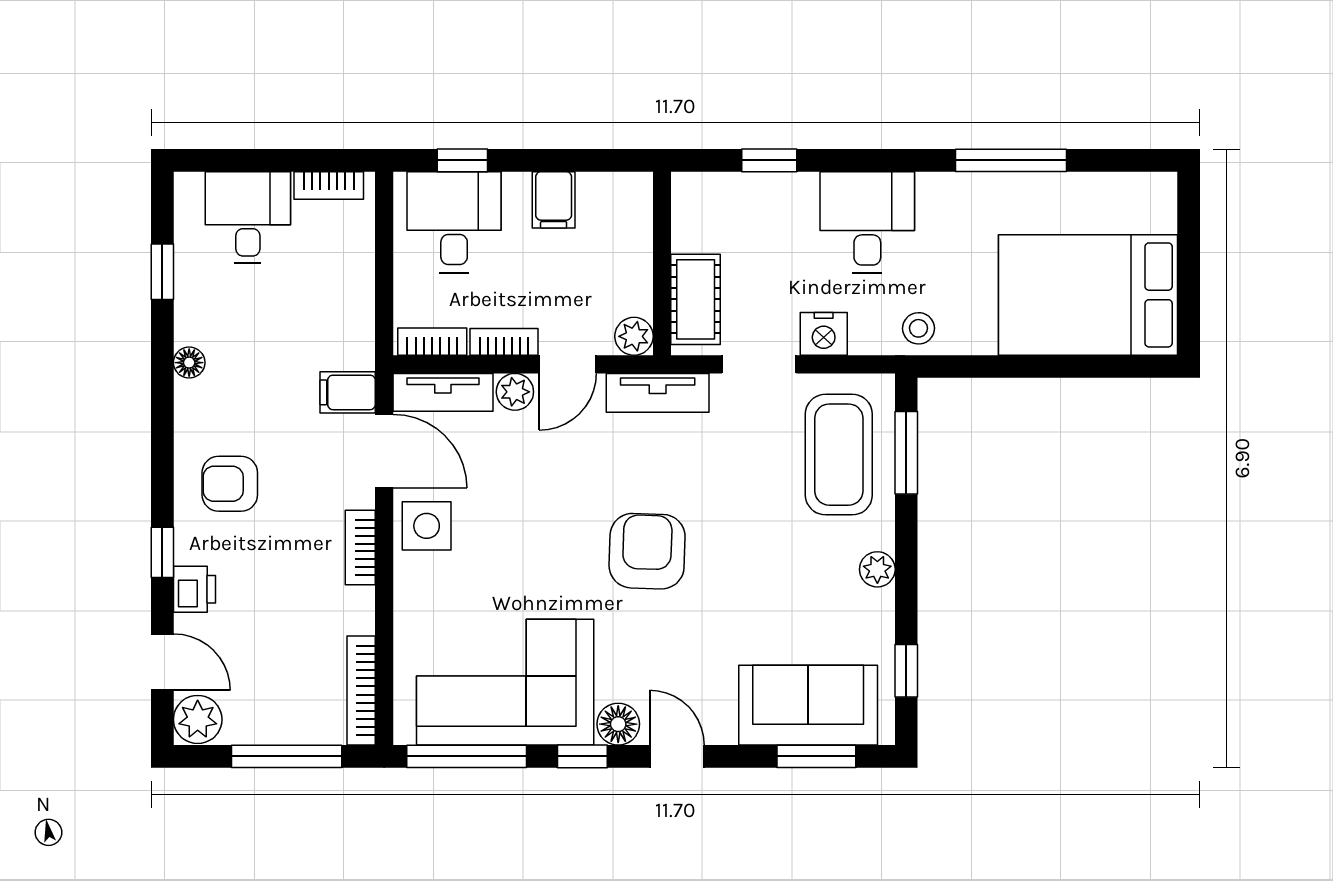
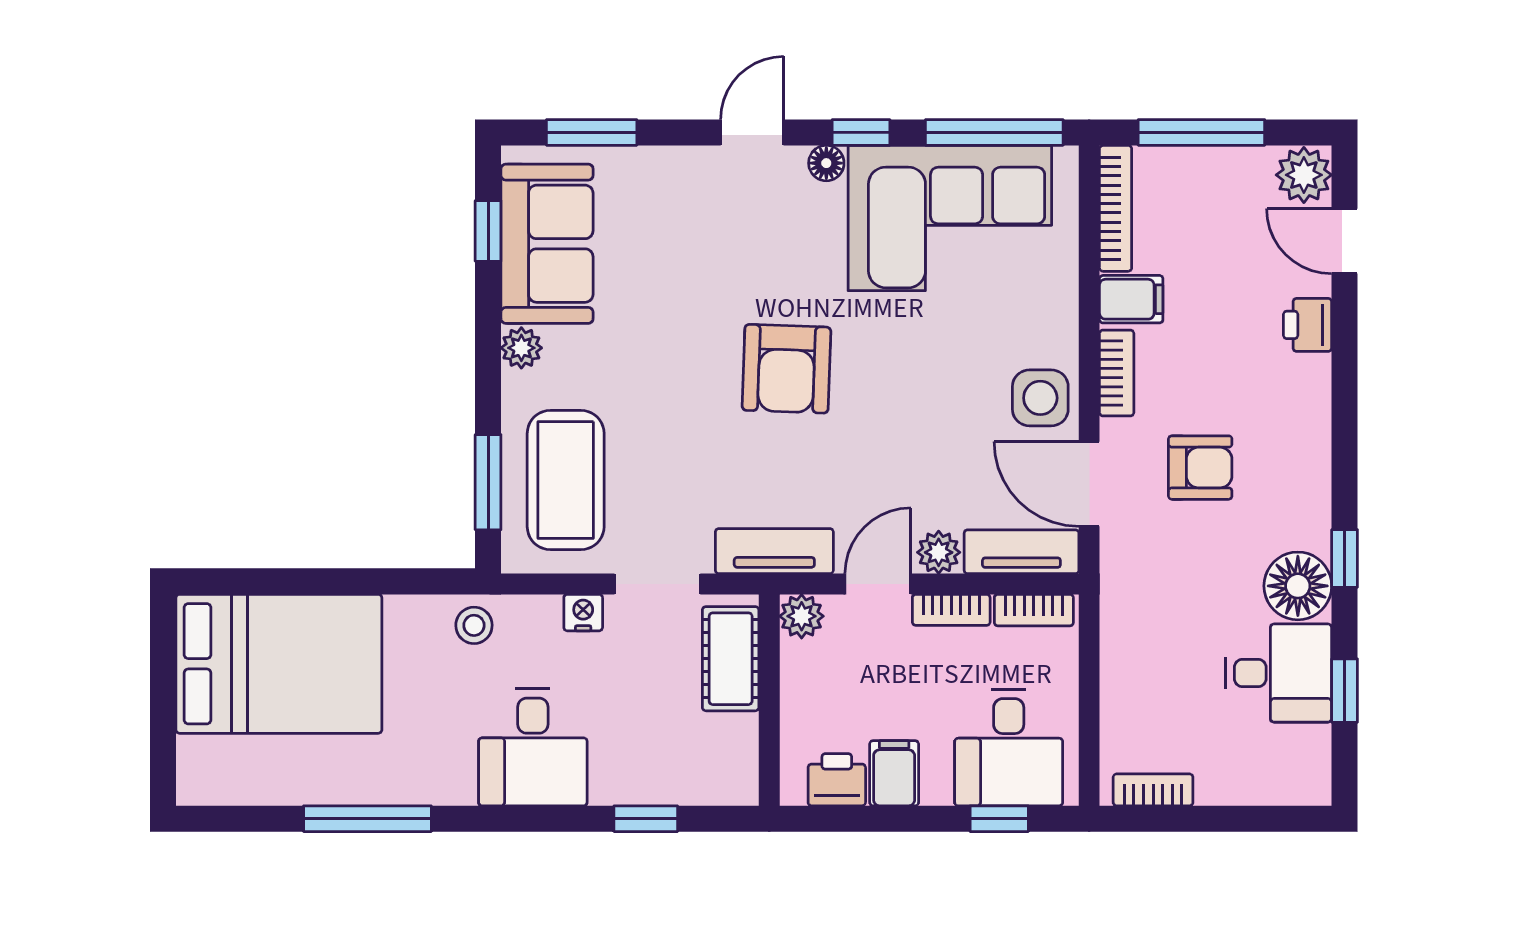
printer: (603, 194) -> (837, 780), added
desk: (248, 218) -> (1279, 673), moved, turned -90
nightstand: (824, 334) -> (583, 613), width x0.72, depth x0.74
floor lamp: (189, 363) -> (1298, 586), width x1.89, depth x1.89
filing cabinet: (348, 392) -> (1131, 299), moved
armchair: (230, 484) -> (1200, 468), moved
window: (162, 552) -> (1345, 558), moved
sofa: (808, 705) -> (547, 244), moved, turned -90
floor lamp: (618, 724) -> (826, 163), width x0.73, depth x0.73
door: (677, 756) -> (752, 132), swing flipped

